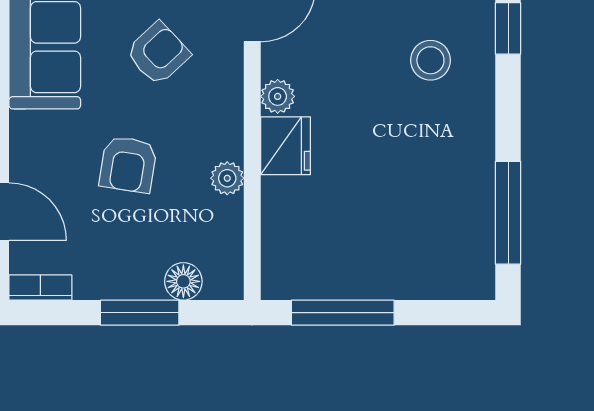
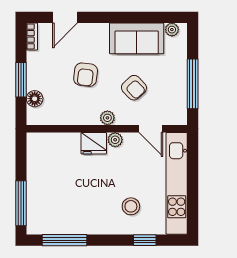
armchair: (128, 164) -> (86, 75), turned -92
plant: (227, 178) -> (107, 118), moved
window: (343, 313) -> (21, 203), moved

